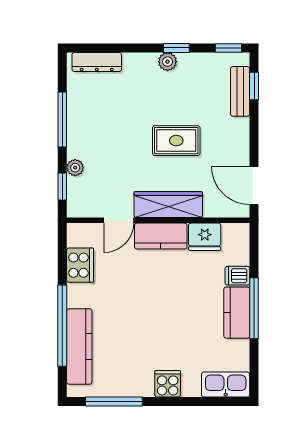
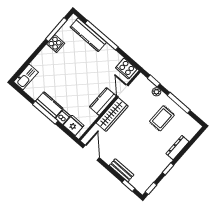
dresser: (97, 62) -> (177, 148), moved
plant: (168, 62) -> (166, 161), removed
bench: (240, 91) -> (122, 170), moved
rug: (176, 141) -> (162, 118), moved
door: (254, 186) -> (91, 153), hinge flipped
fridge: (205, 237) -> (74, 125), moved, turned 90
cooker: (80, 265) -> (126, 69), moved
cooker: (168, 384) -> (56, 44), moved

